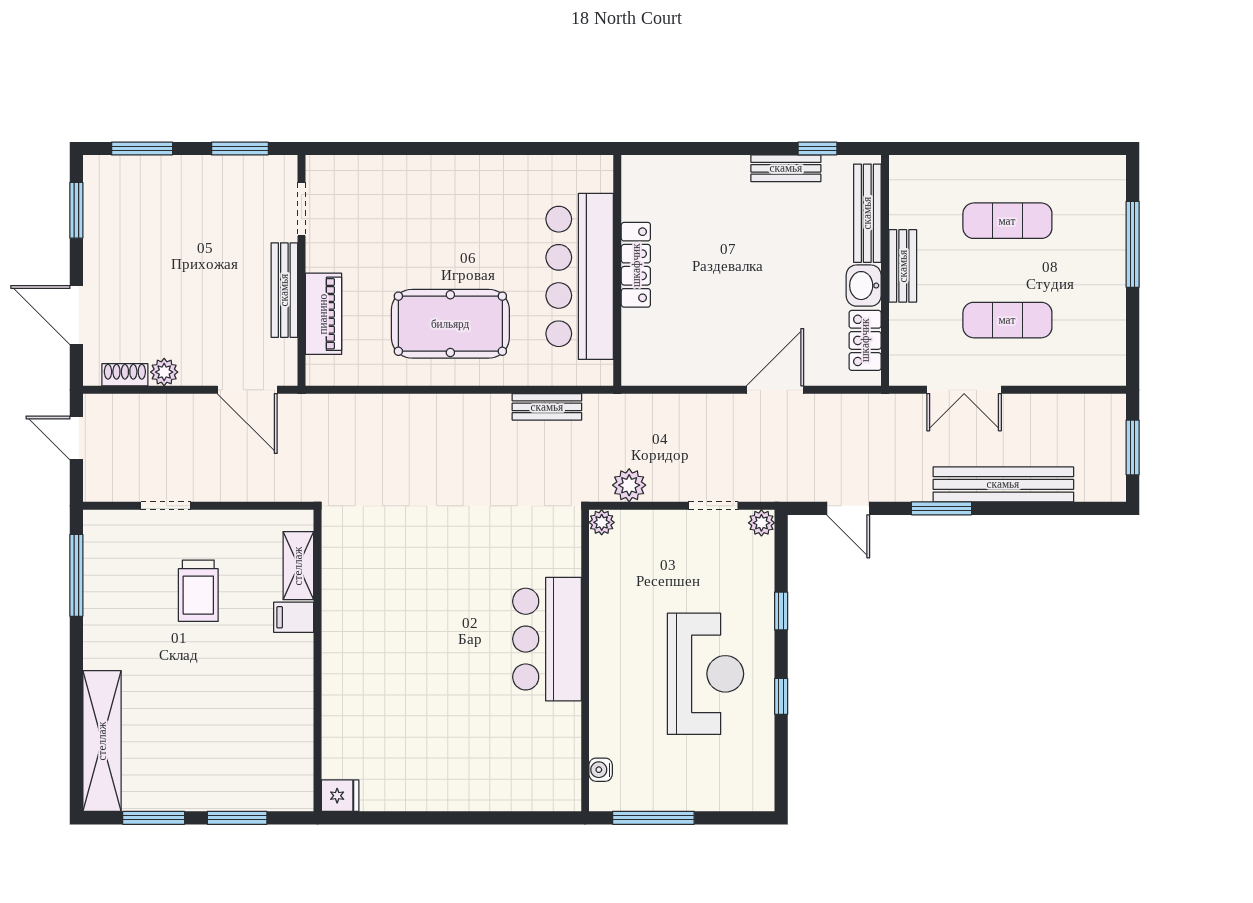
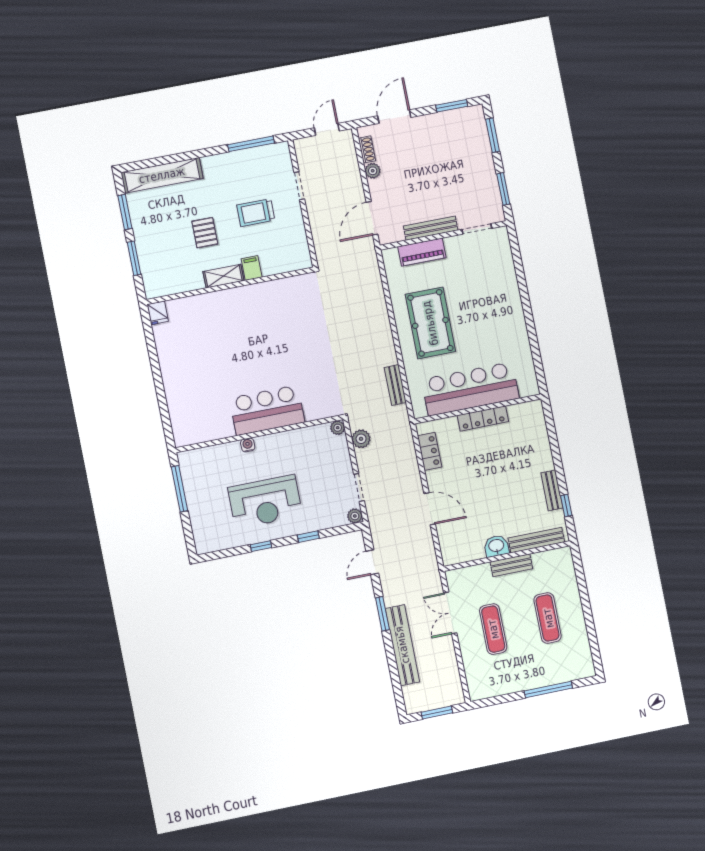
locker: (865, 340) -> (430, 451), moved, turned 90
shelving: (298, 566) -> (223, 276), moved
pallet: (216, 686) -> (205, 233), added
water cooler: (601, 770) -> (248, 445), moved

